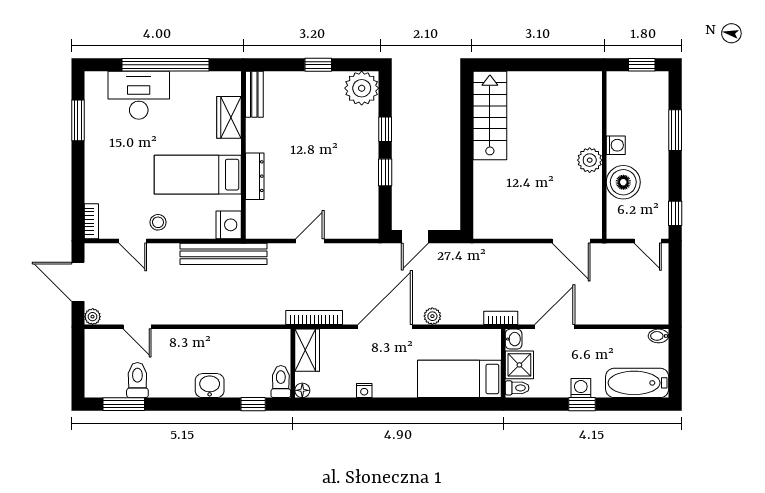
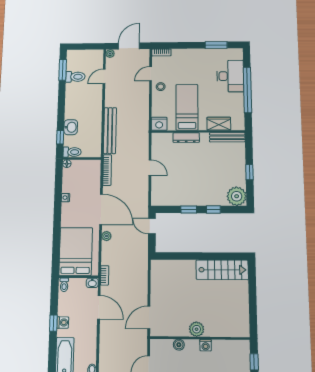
bench: (254, 94) -> (227, 137), width x1.36
boiler: (623, 182) -> (179, 345), width x0.54, depth x0.54
bench: (224, 254) -> (110, 130), moved
wardrobe: (307, 350) -> (89, 166), removed
shower: (519, 365) -> (77, 286), removed
bed: (459, 379) -> (76, 251), width x1.50
washbasin: (210, 386) -> (71, 127), moved

